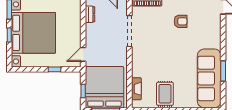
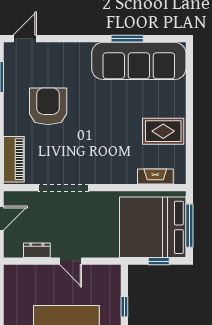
armchair: (181, 21) -> (48, 106), width x1.88, depth x1.88
door: (83, 54) -> (71, 261), moved

